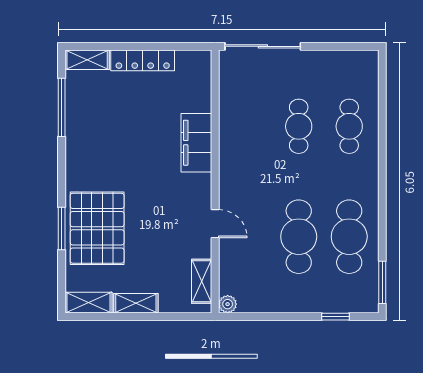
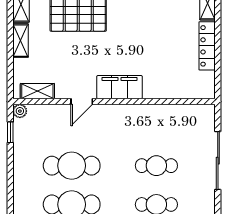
sliding door: (263, 46) -> (218, 161), moved
filing cabinet: (196, 143) -> (120, 87), moved
window: (335, 317) -> (10, 132), moved

